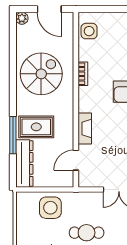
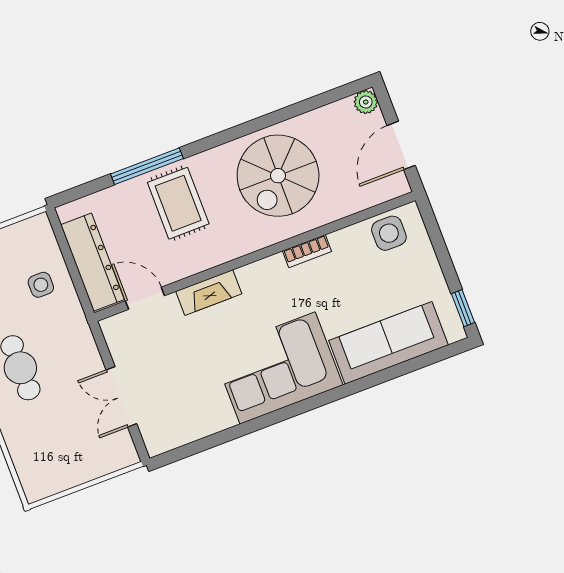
spiral stairs: (41, 74) -> (278, 176), turned 90
dresser: (24, 163) -> (92, 262), moved, turned -90
side table: (50, 208) -> (41, 285), width x0.54, depth x0.54

